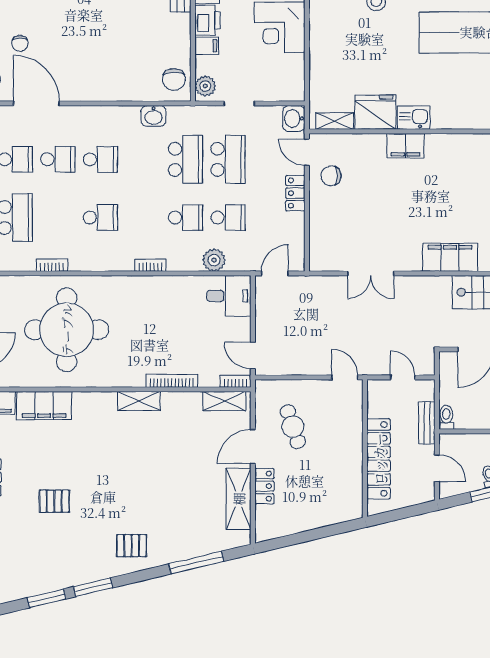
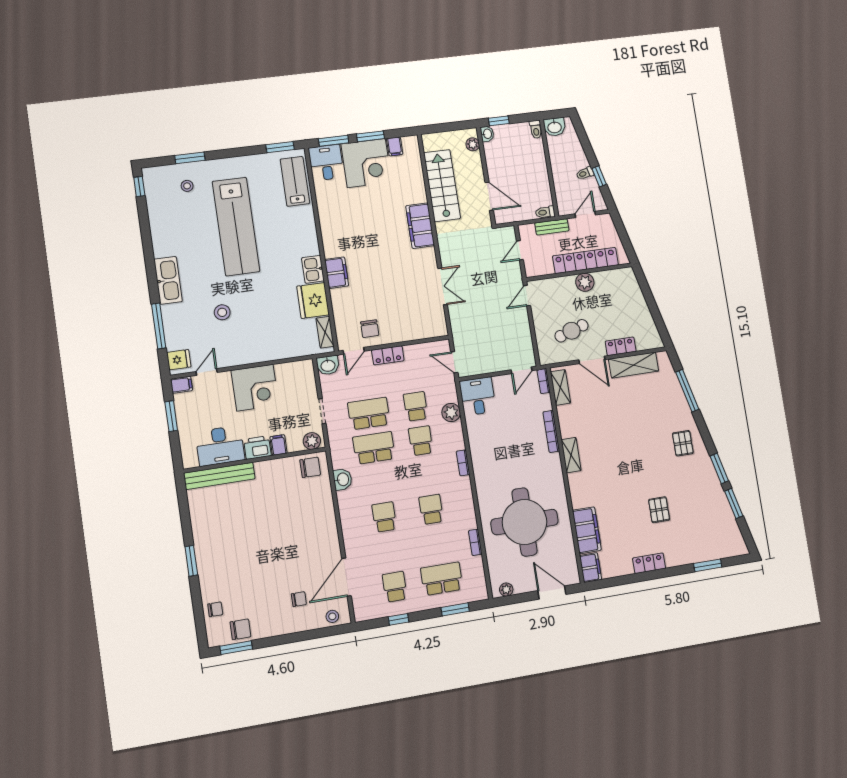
school desk: (58, 159) -> (389, 552), removed
plant: (351, 454) -> (585, 282), added

